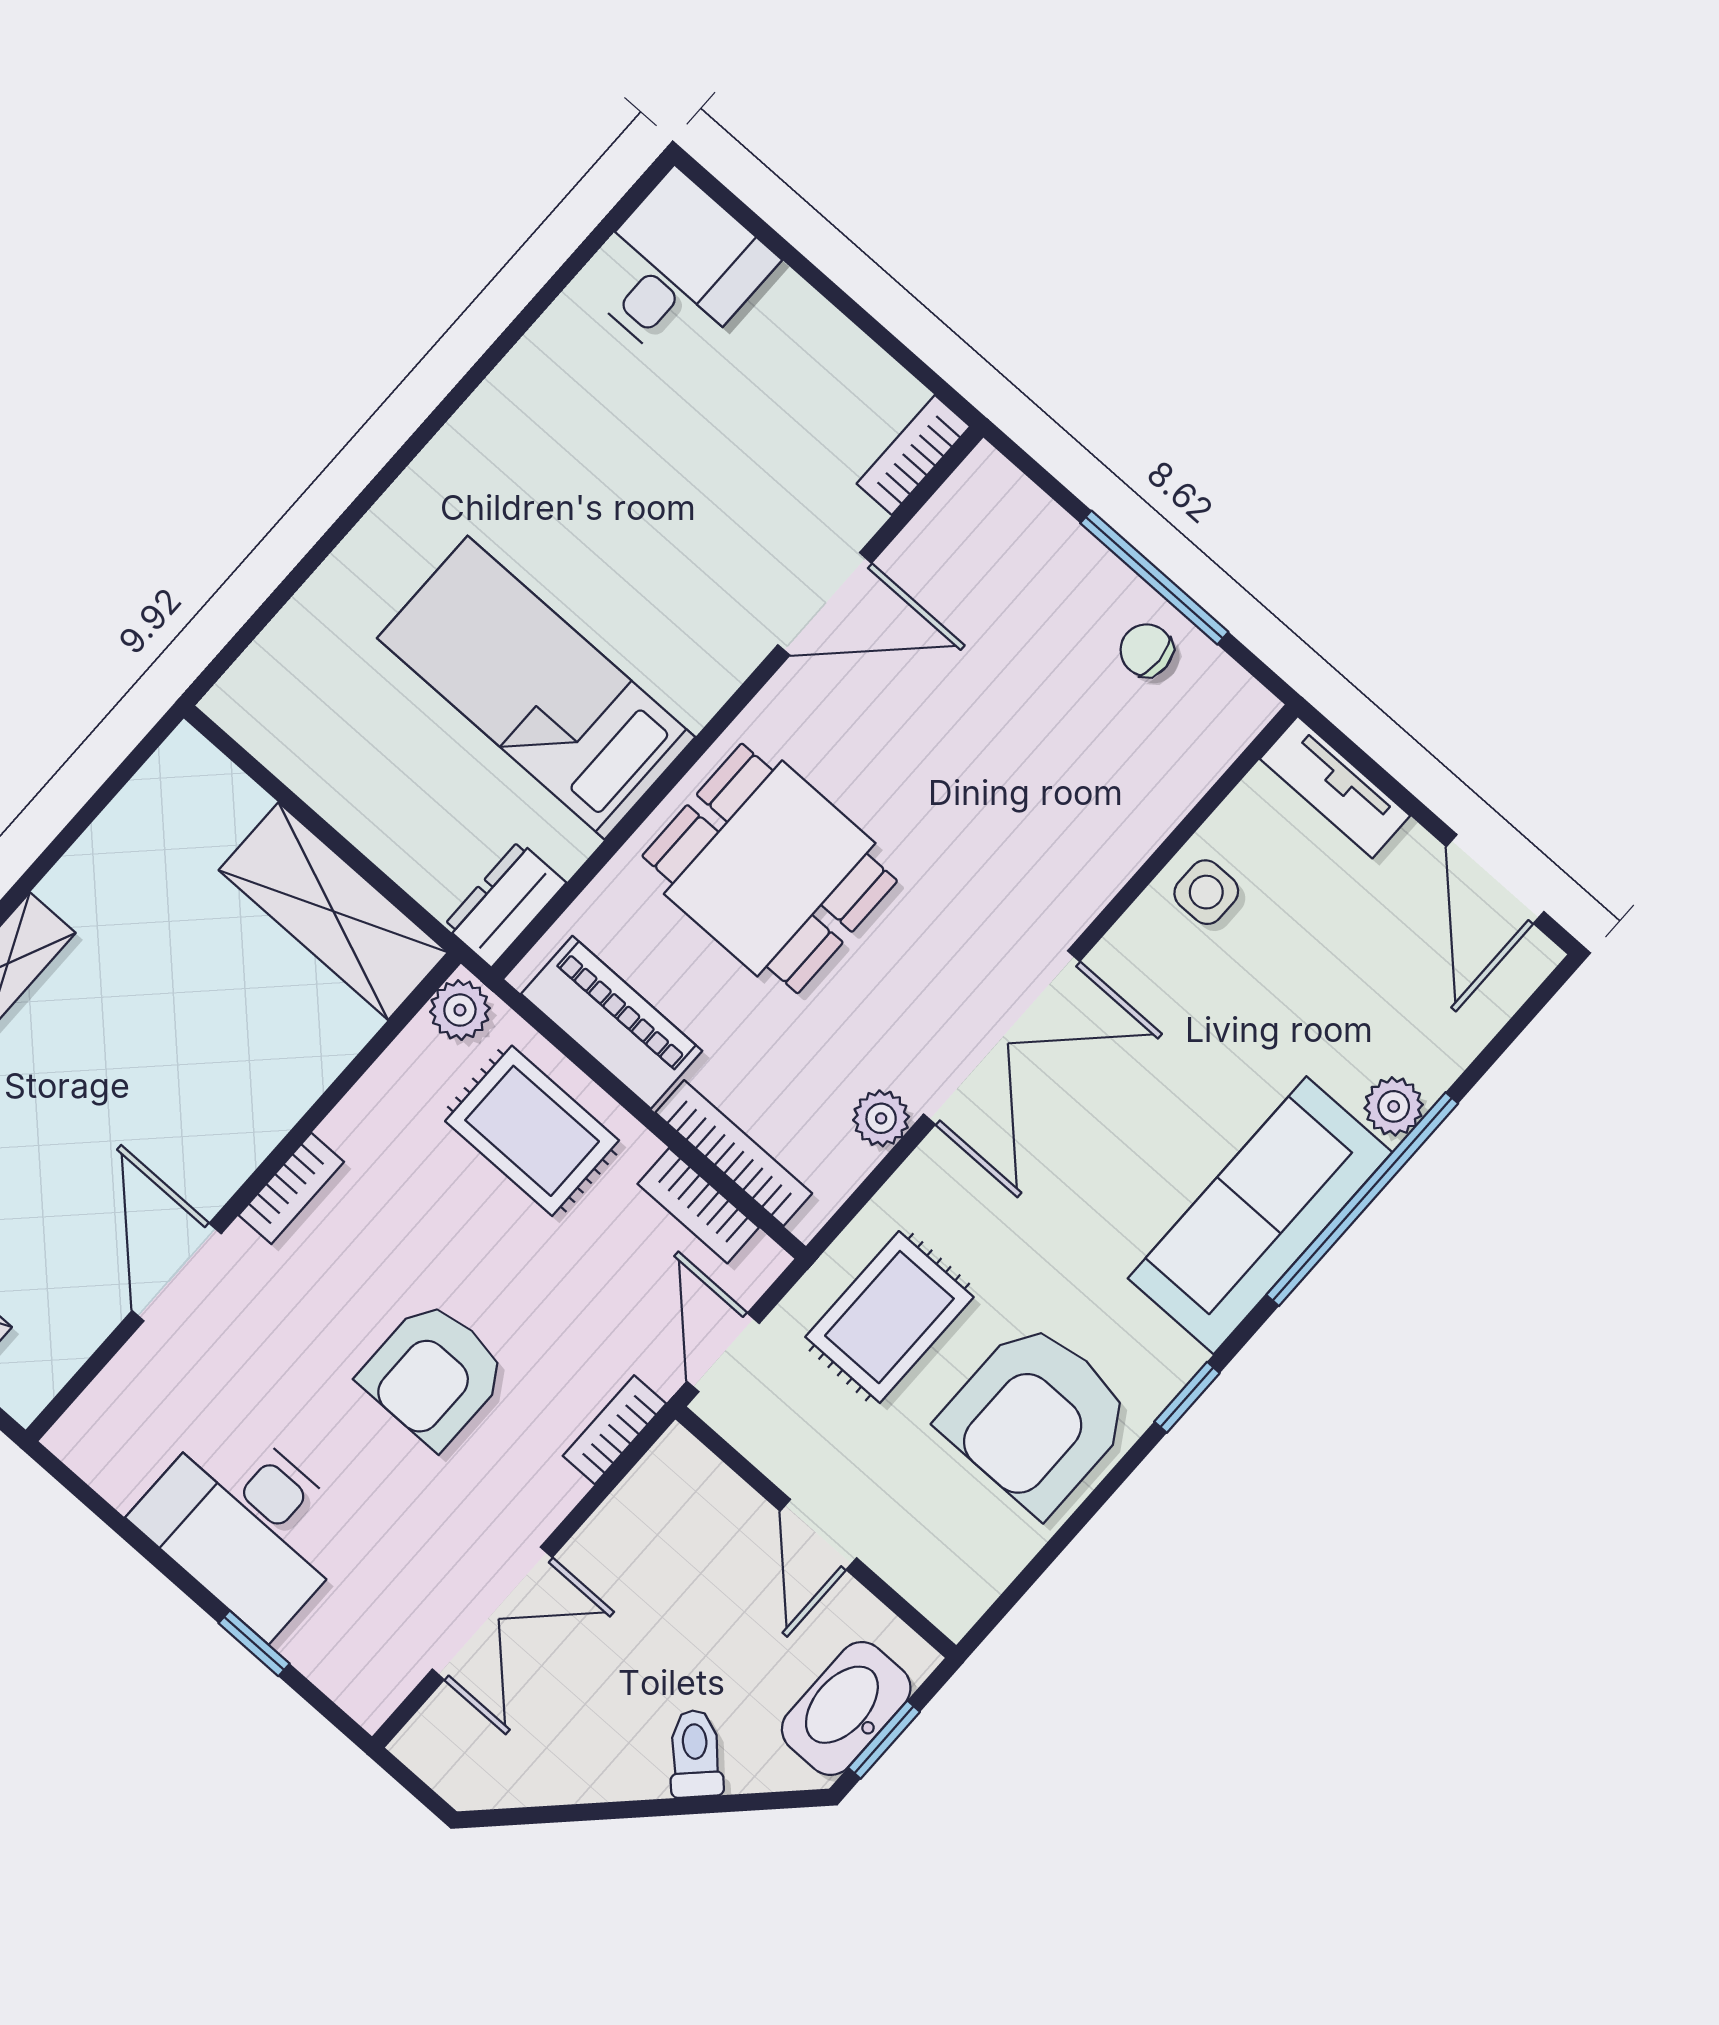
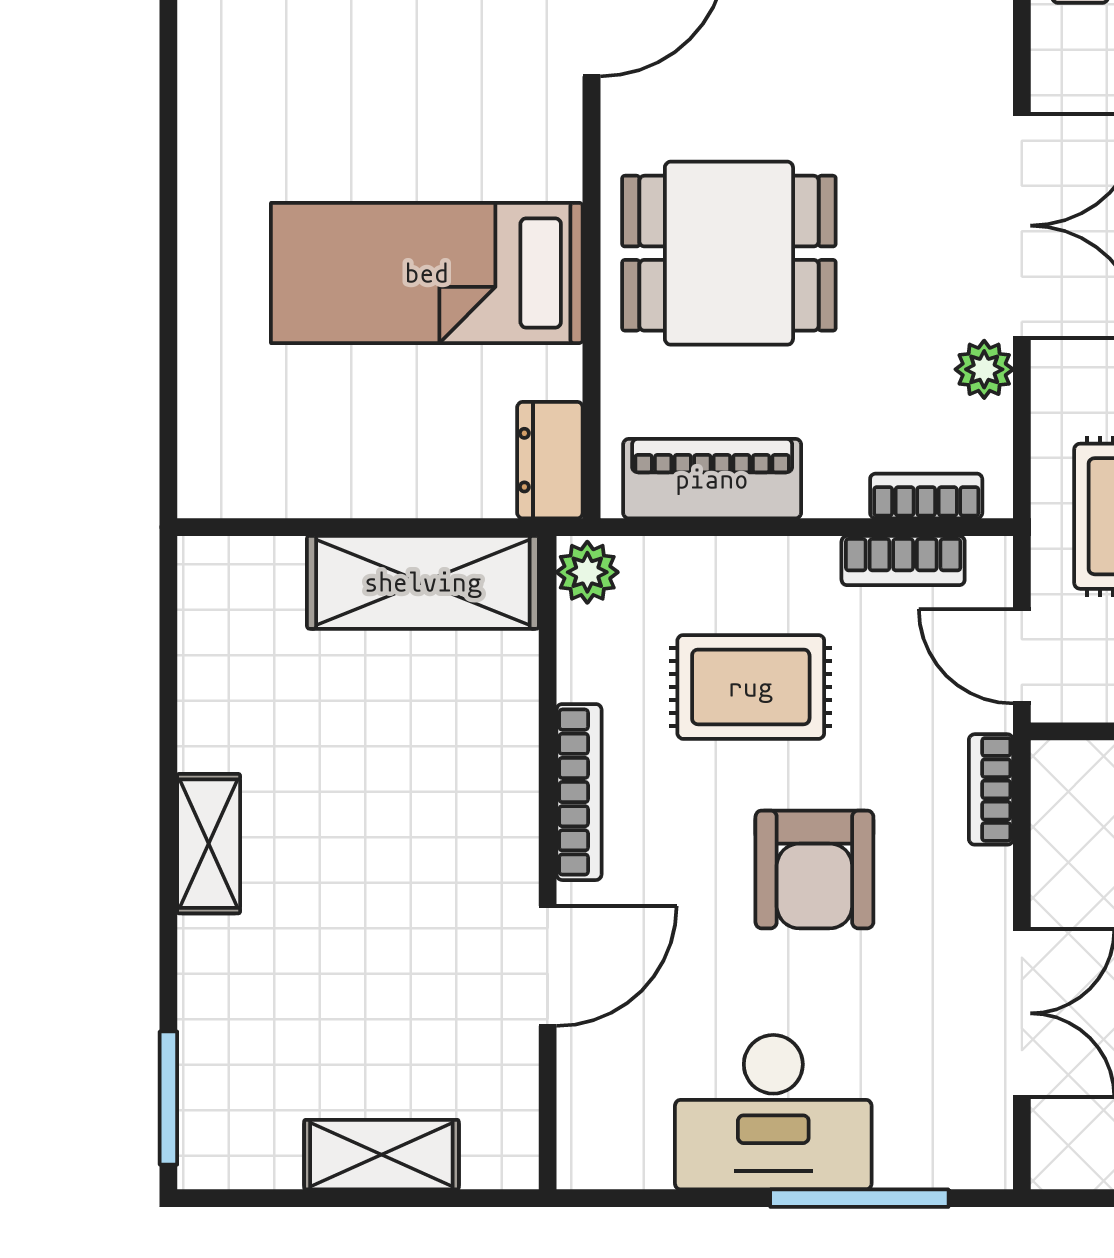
rug: (532, 1131) -> (751, 687), moved
bookcase: (734, 1153) -> (926, 496), width x0.64
bookcase: (291, 1188) -> (579, 792), width x1.56
door: (177, 1272) -> (548, 966), swing flipped
window: (254, 1643) -> (859, 1198), width x2.17

